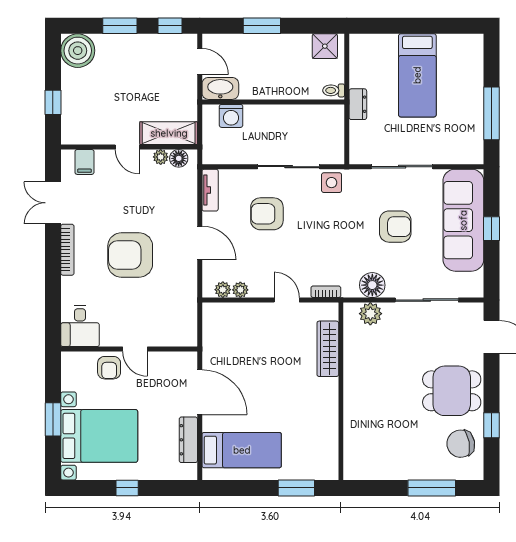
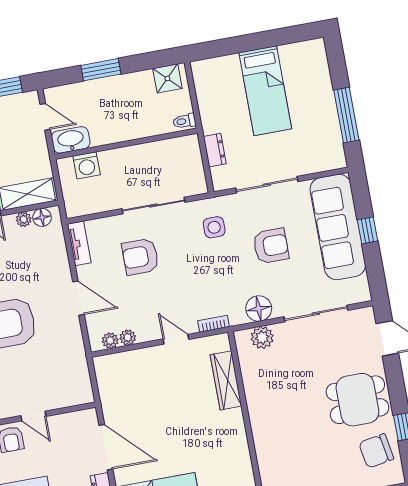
dresser: (358, 104) -> (215, 150), moved
side table: (332, 183) -> (214, 227), moved

